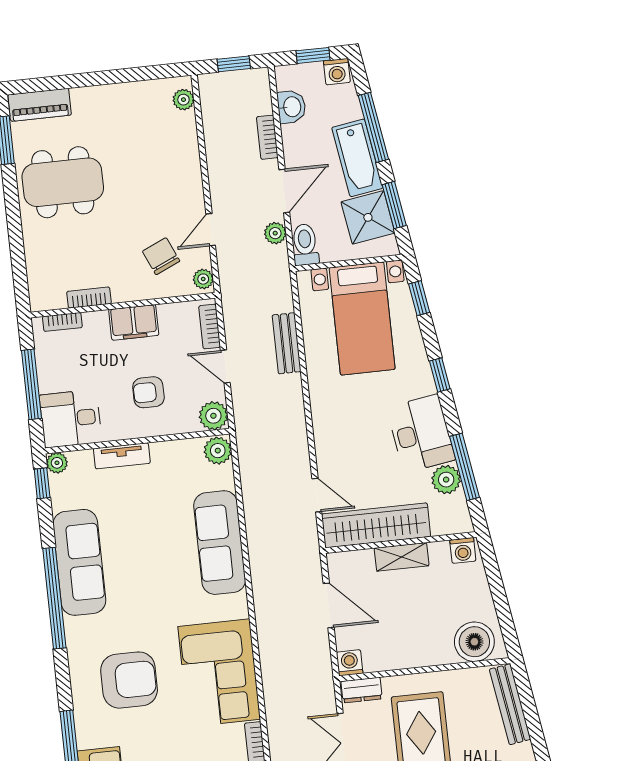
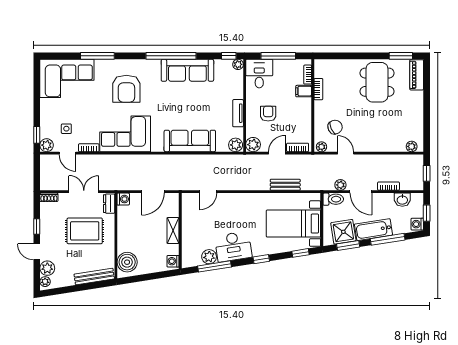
filing cabinet: (134, 322) -> (304, 91), moved, width x0.50
tv unit: (122, 456) -> (238, 113), moved
wardrobe: (376, 525) -> (190, 220), removed

